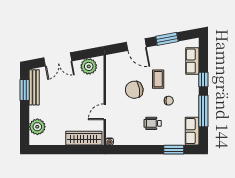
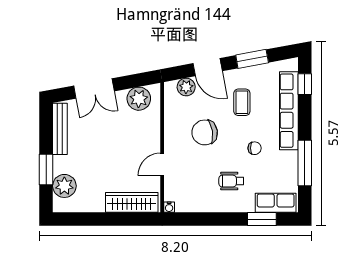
plant: (121, 58) -> (186, 87), added
row of seats: (192, 61) -> (289, 111), width x2.02
coffee table: (158, 79) -> (242, 102), moved
window: (203, 79) -> (305, 84), moved
window: (25, 90) -> (46, 170), moved
row of seats: (192, 131) -> (276, 203), moved, turned 90

